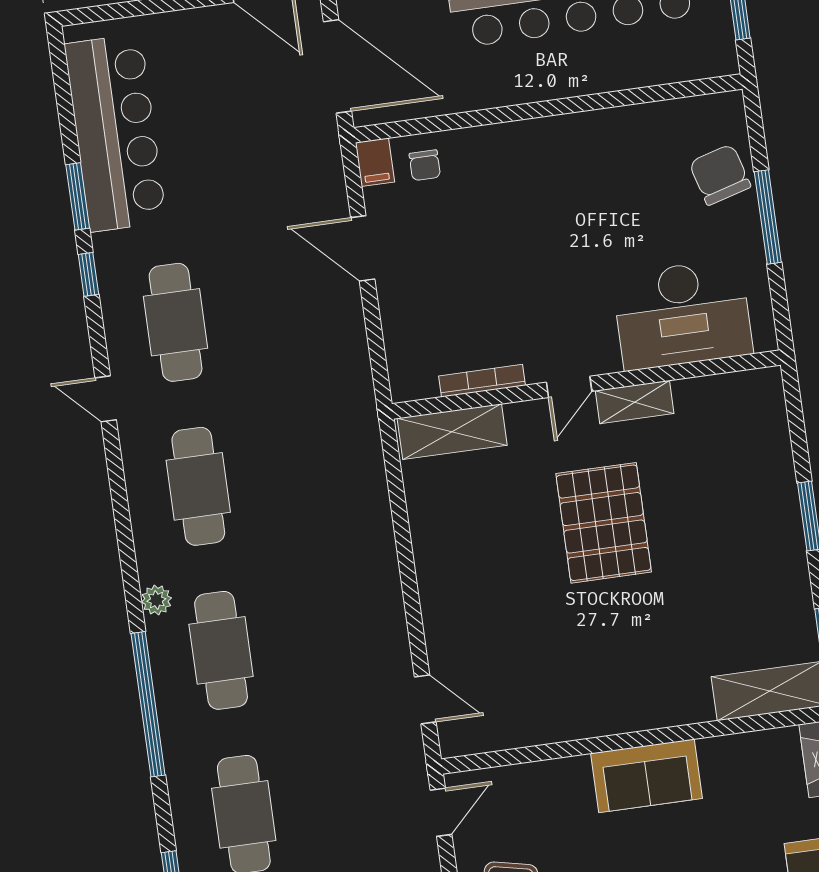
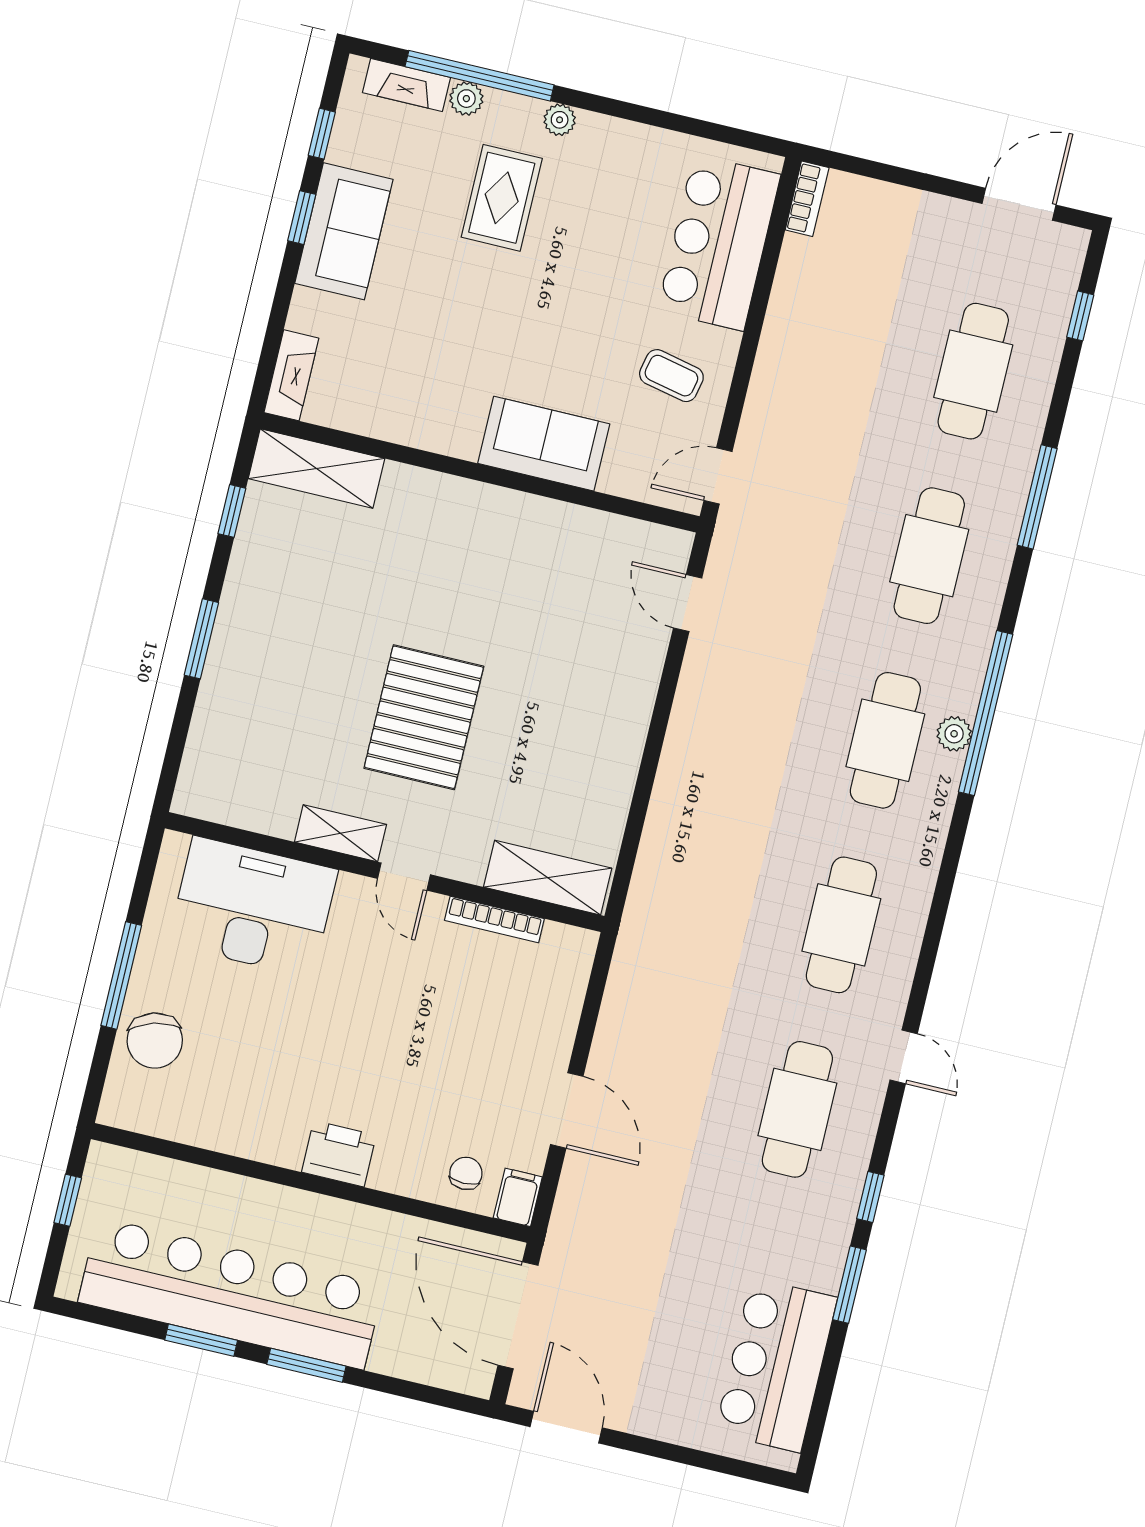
bar counter: (115, 133) -> (776, 1365), width x0.73
printer: (534, 141) -> (339, 1154), added
door: (569, 387) -> (404, 877), swing flipped
plant: (156, 600) -> (954, 734), moved
sofa: (646, 776) -> (544, 444), moved

